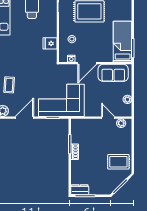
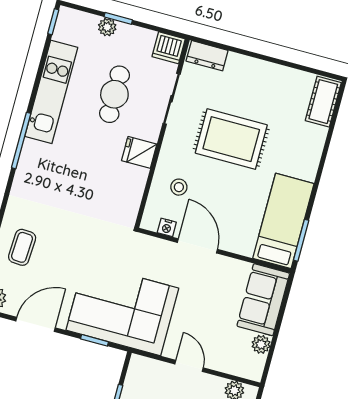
fridge: (50, 43) -> (139, 152), moved
door: (87, 63) -> (197, 246), swing flipped
sofa: (113, 73) -> (263, 300), moved, turned 90
door: (108, 118) -> (189, 366), moved

